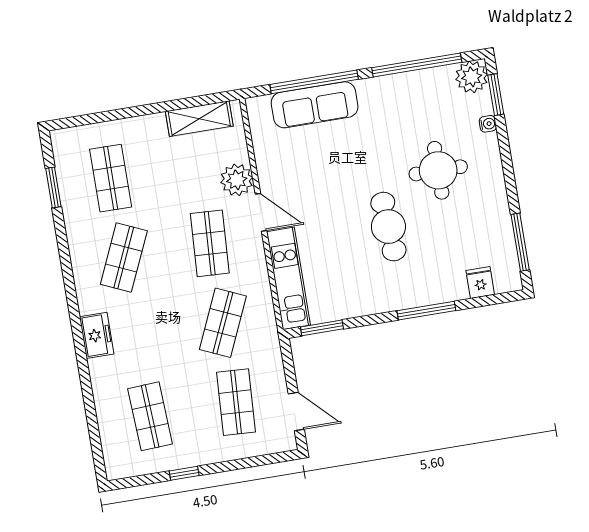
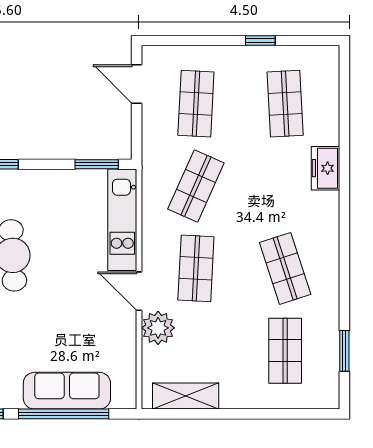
shop shelf: (124, 258) -> (285, 268), turned -42
freezer: (97, 335) -> (326, 168), moved

